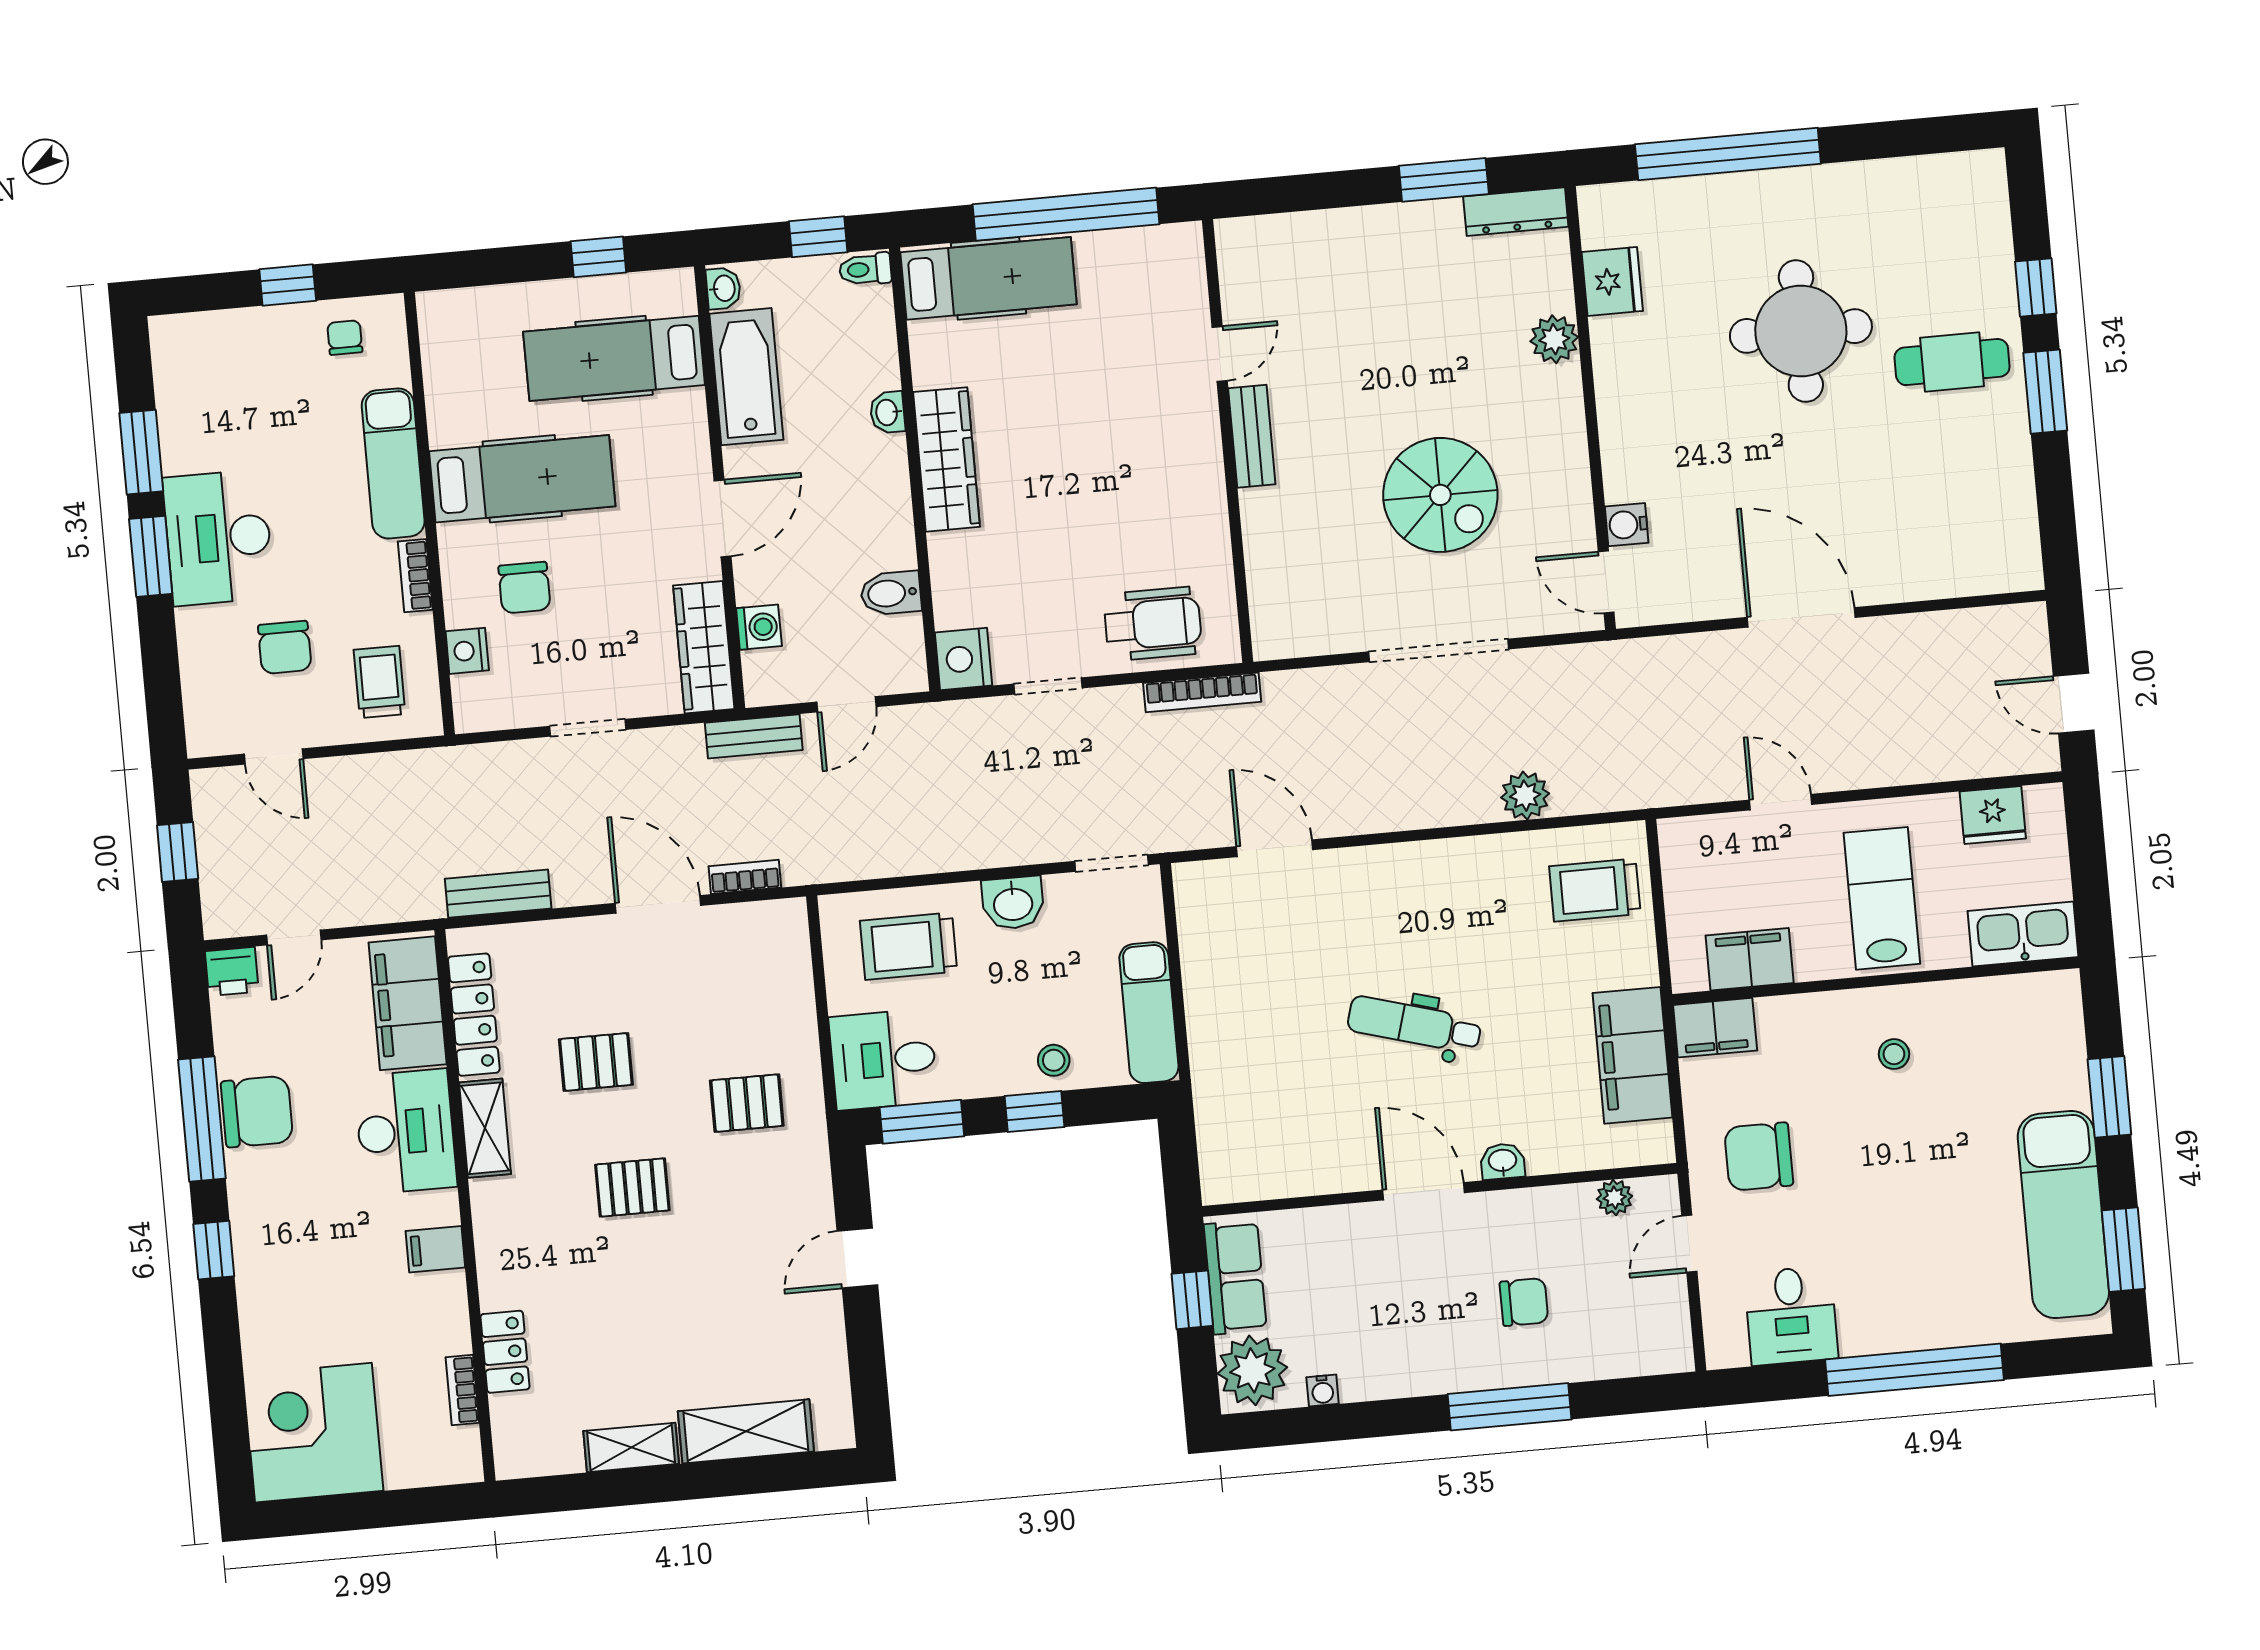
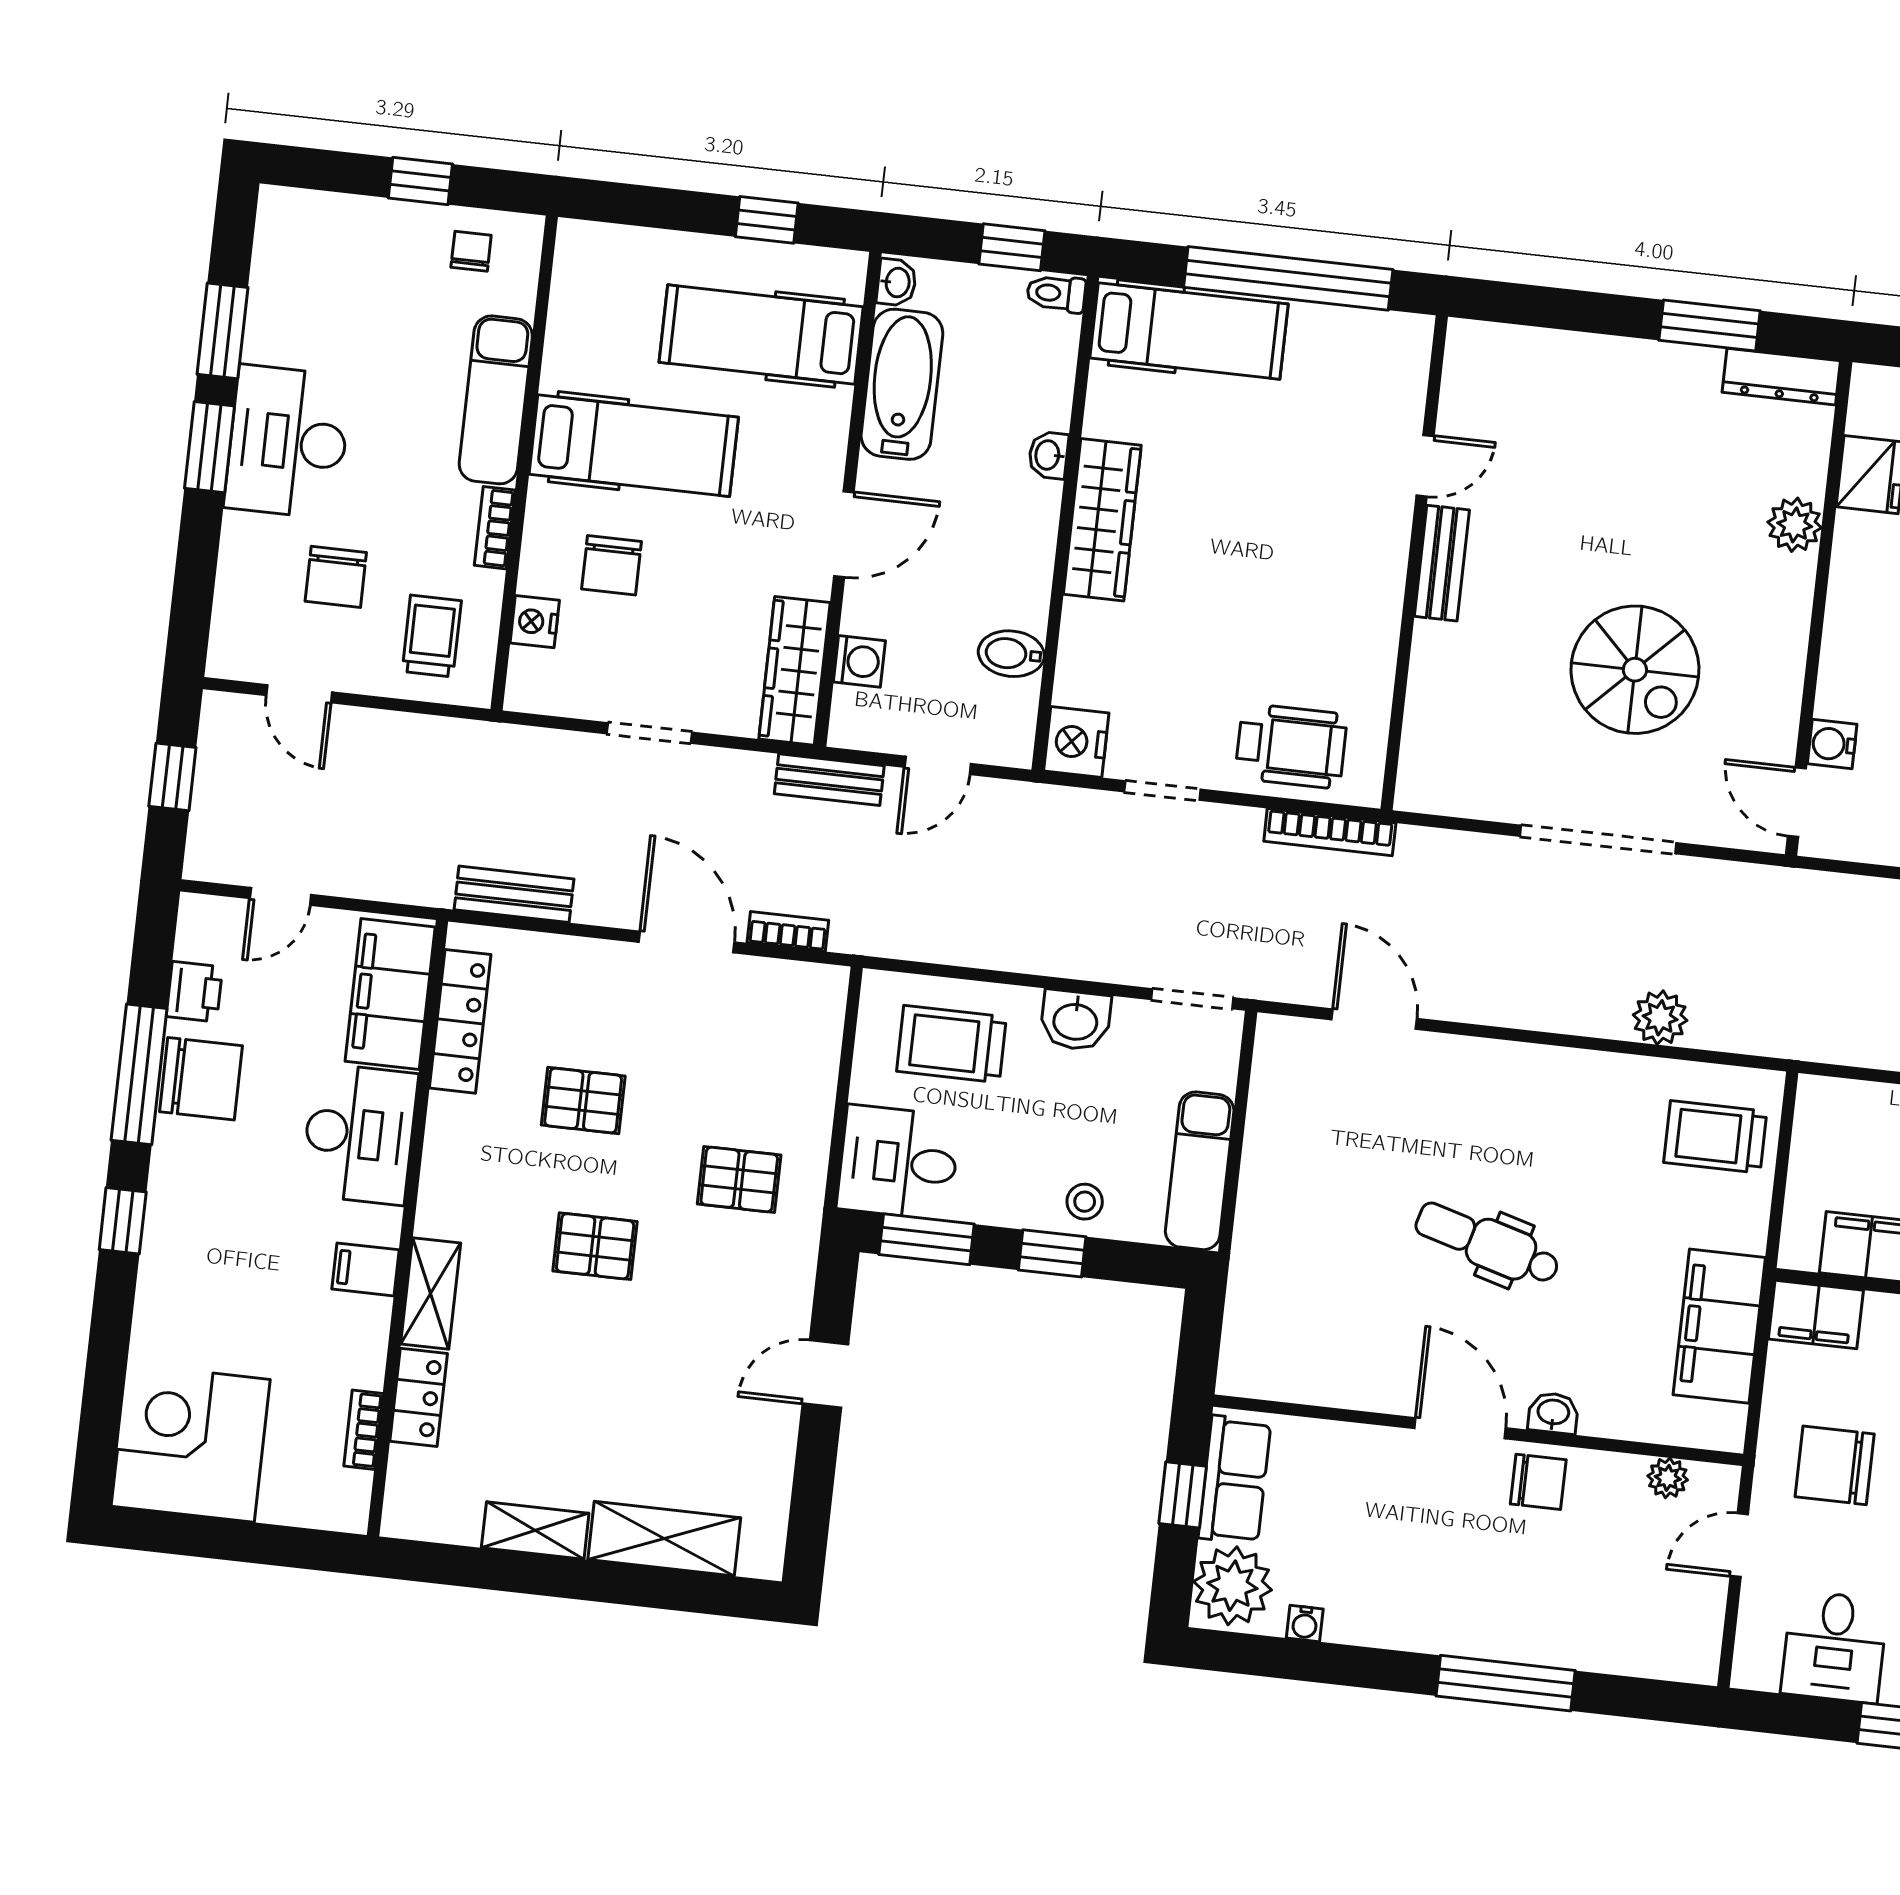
printer: (232, 971) -> (194, 992), moved, turned -90
shelving: (485, 1128) -> (431, 1293), moved
chair: (1524, 1302) -> (1538, 1482), moved

